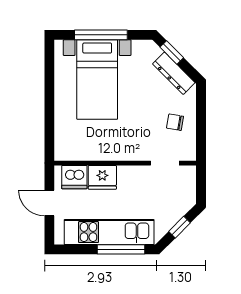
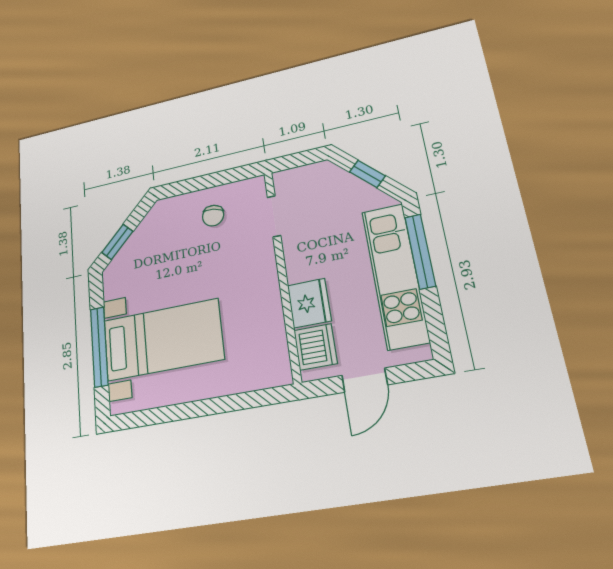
dresser: (174, 73) -> (145, 233), removed

